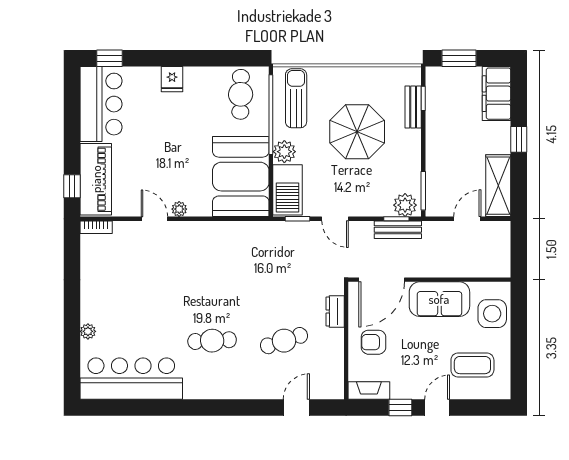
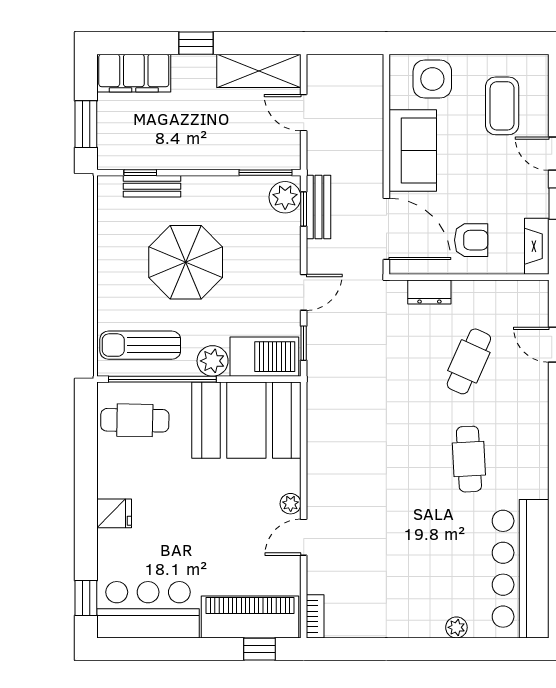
cafe table: (284, 341) -> (469, 361), turned 42
armchair: (373, 342) -> (471, 240), turned -90

